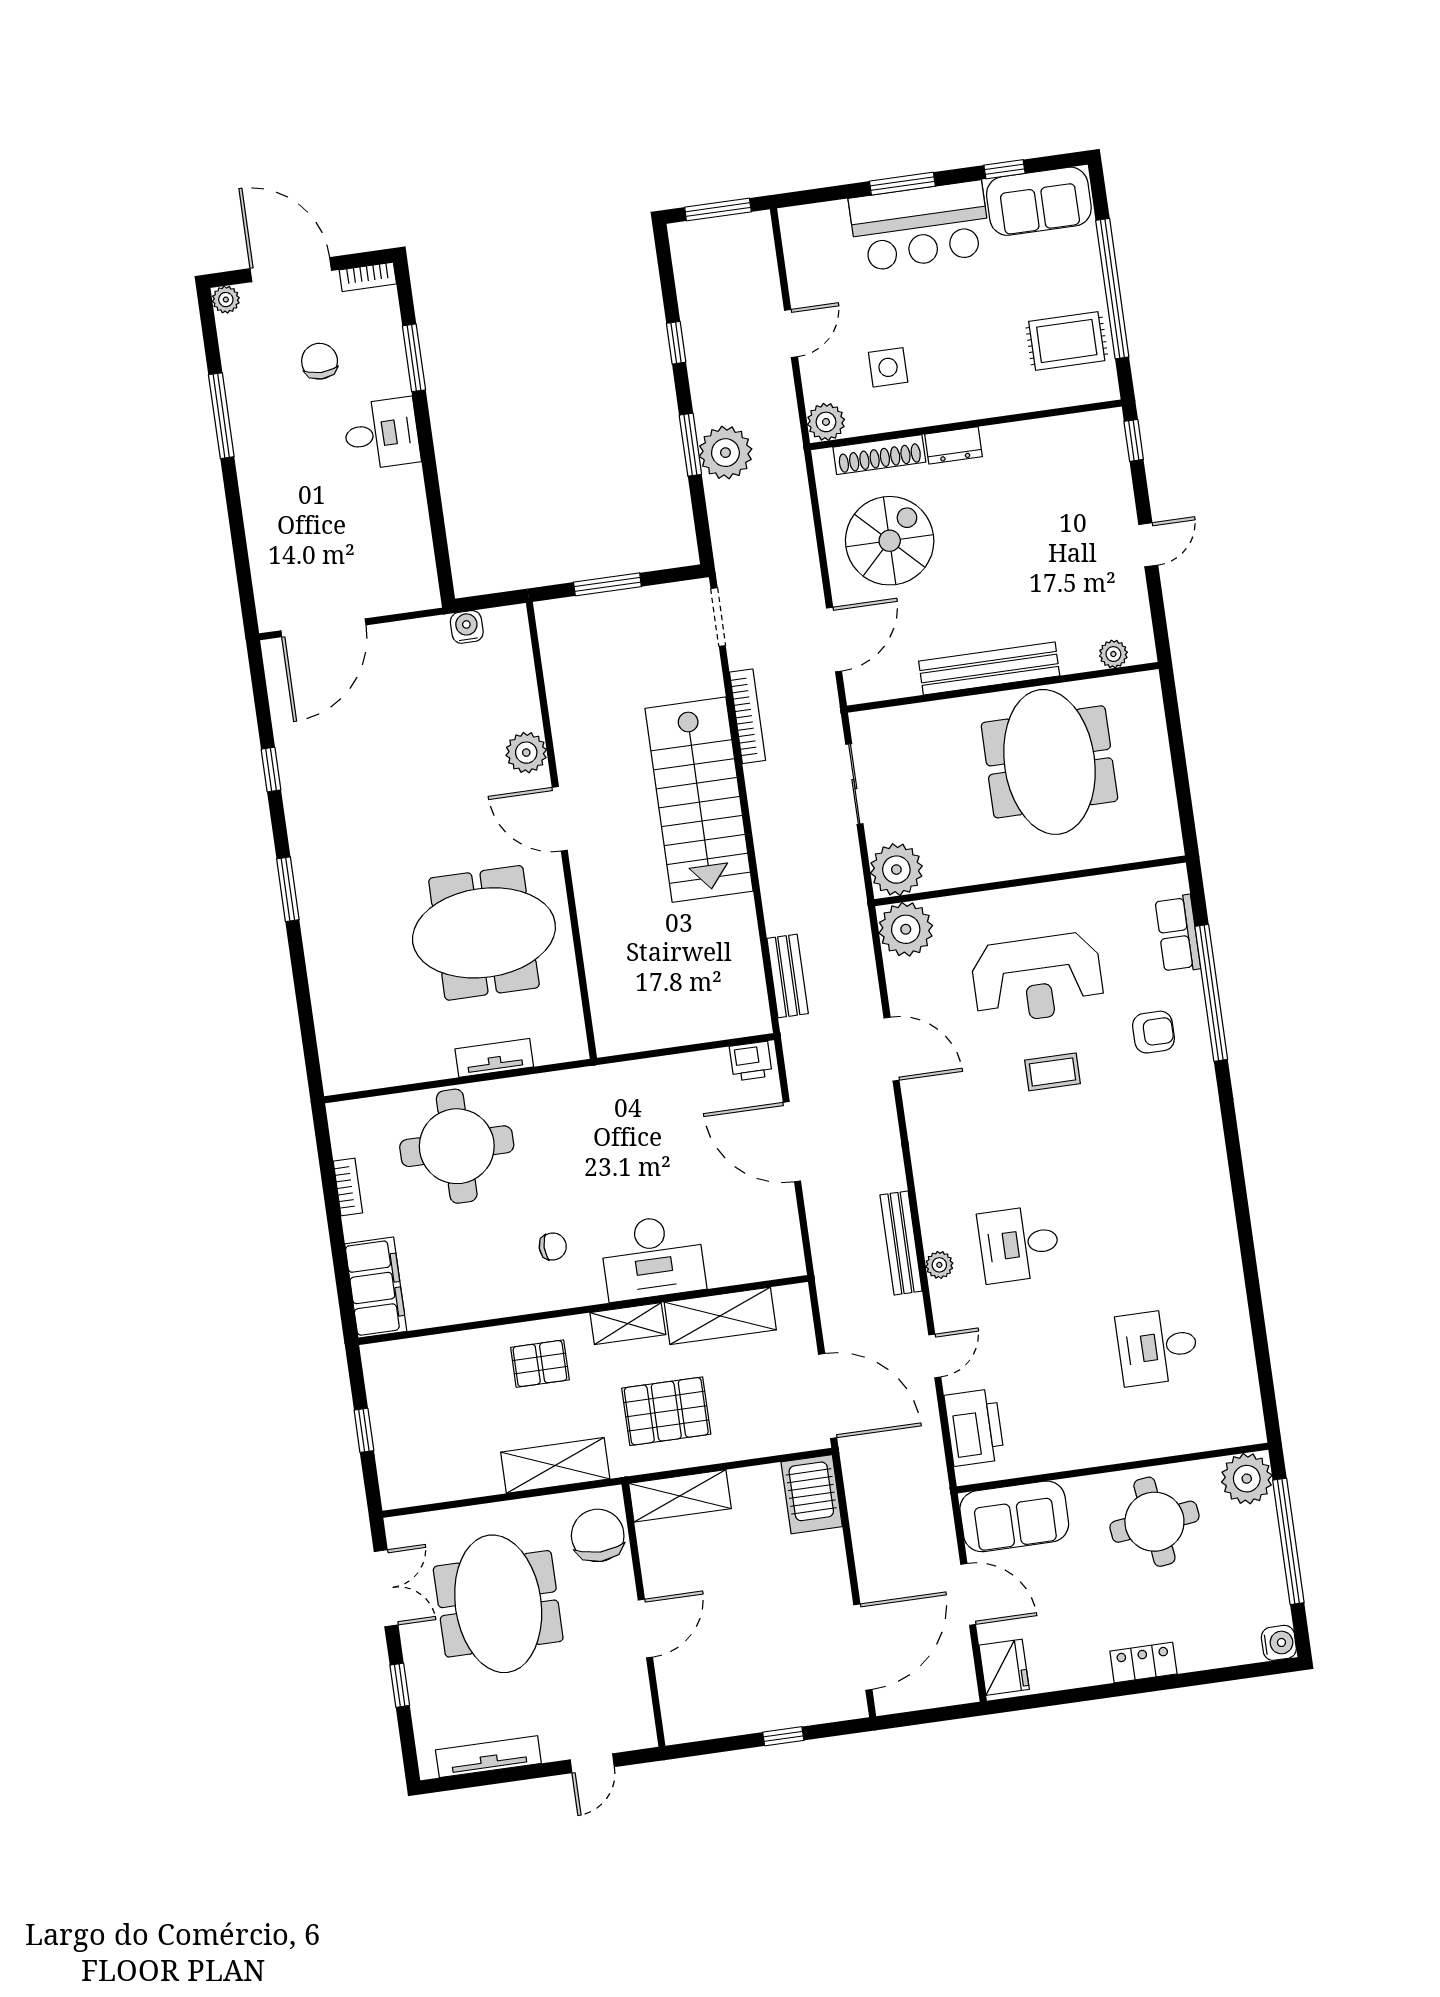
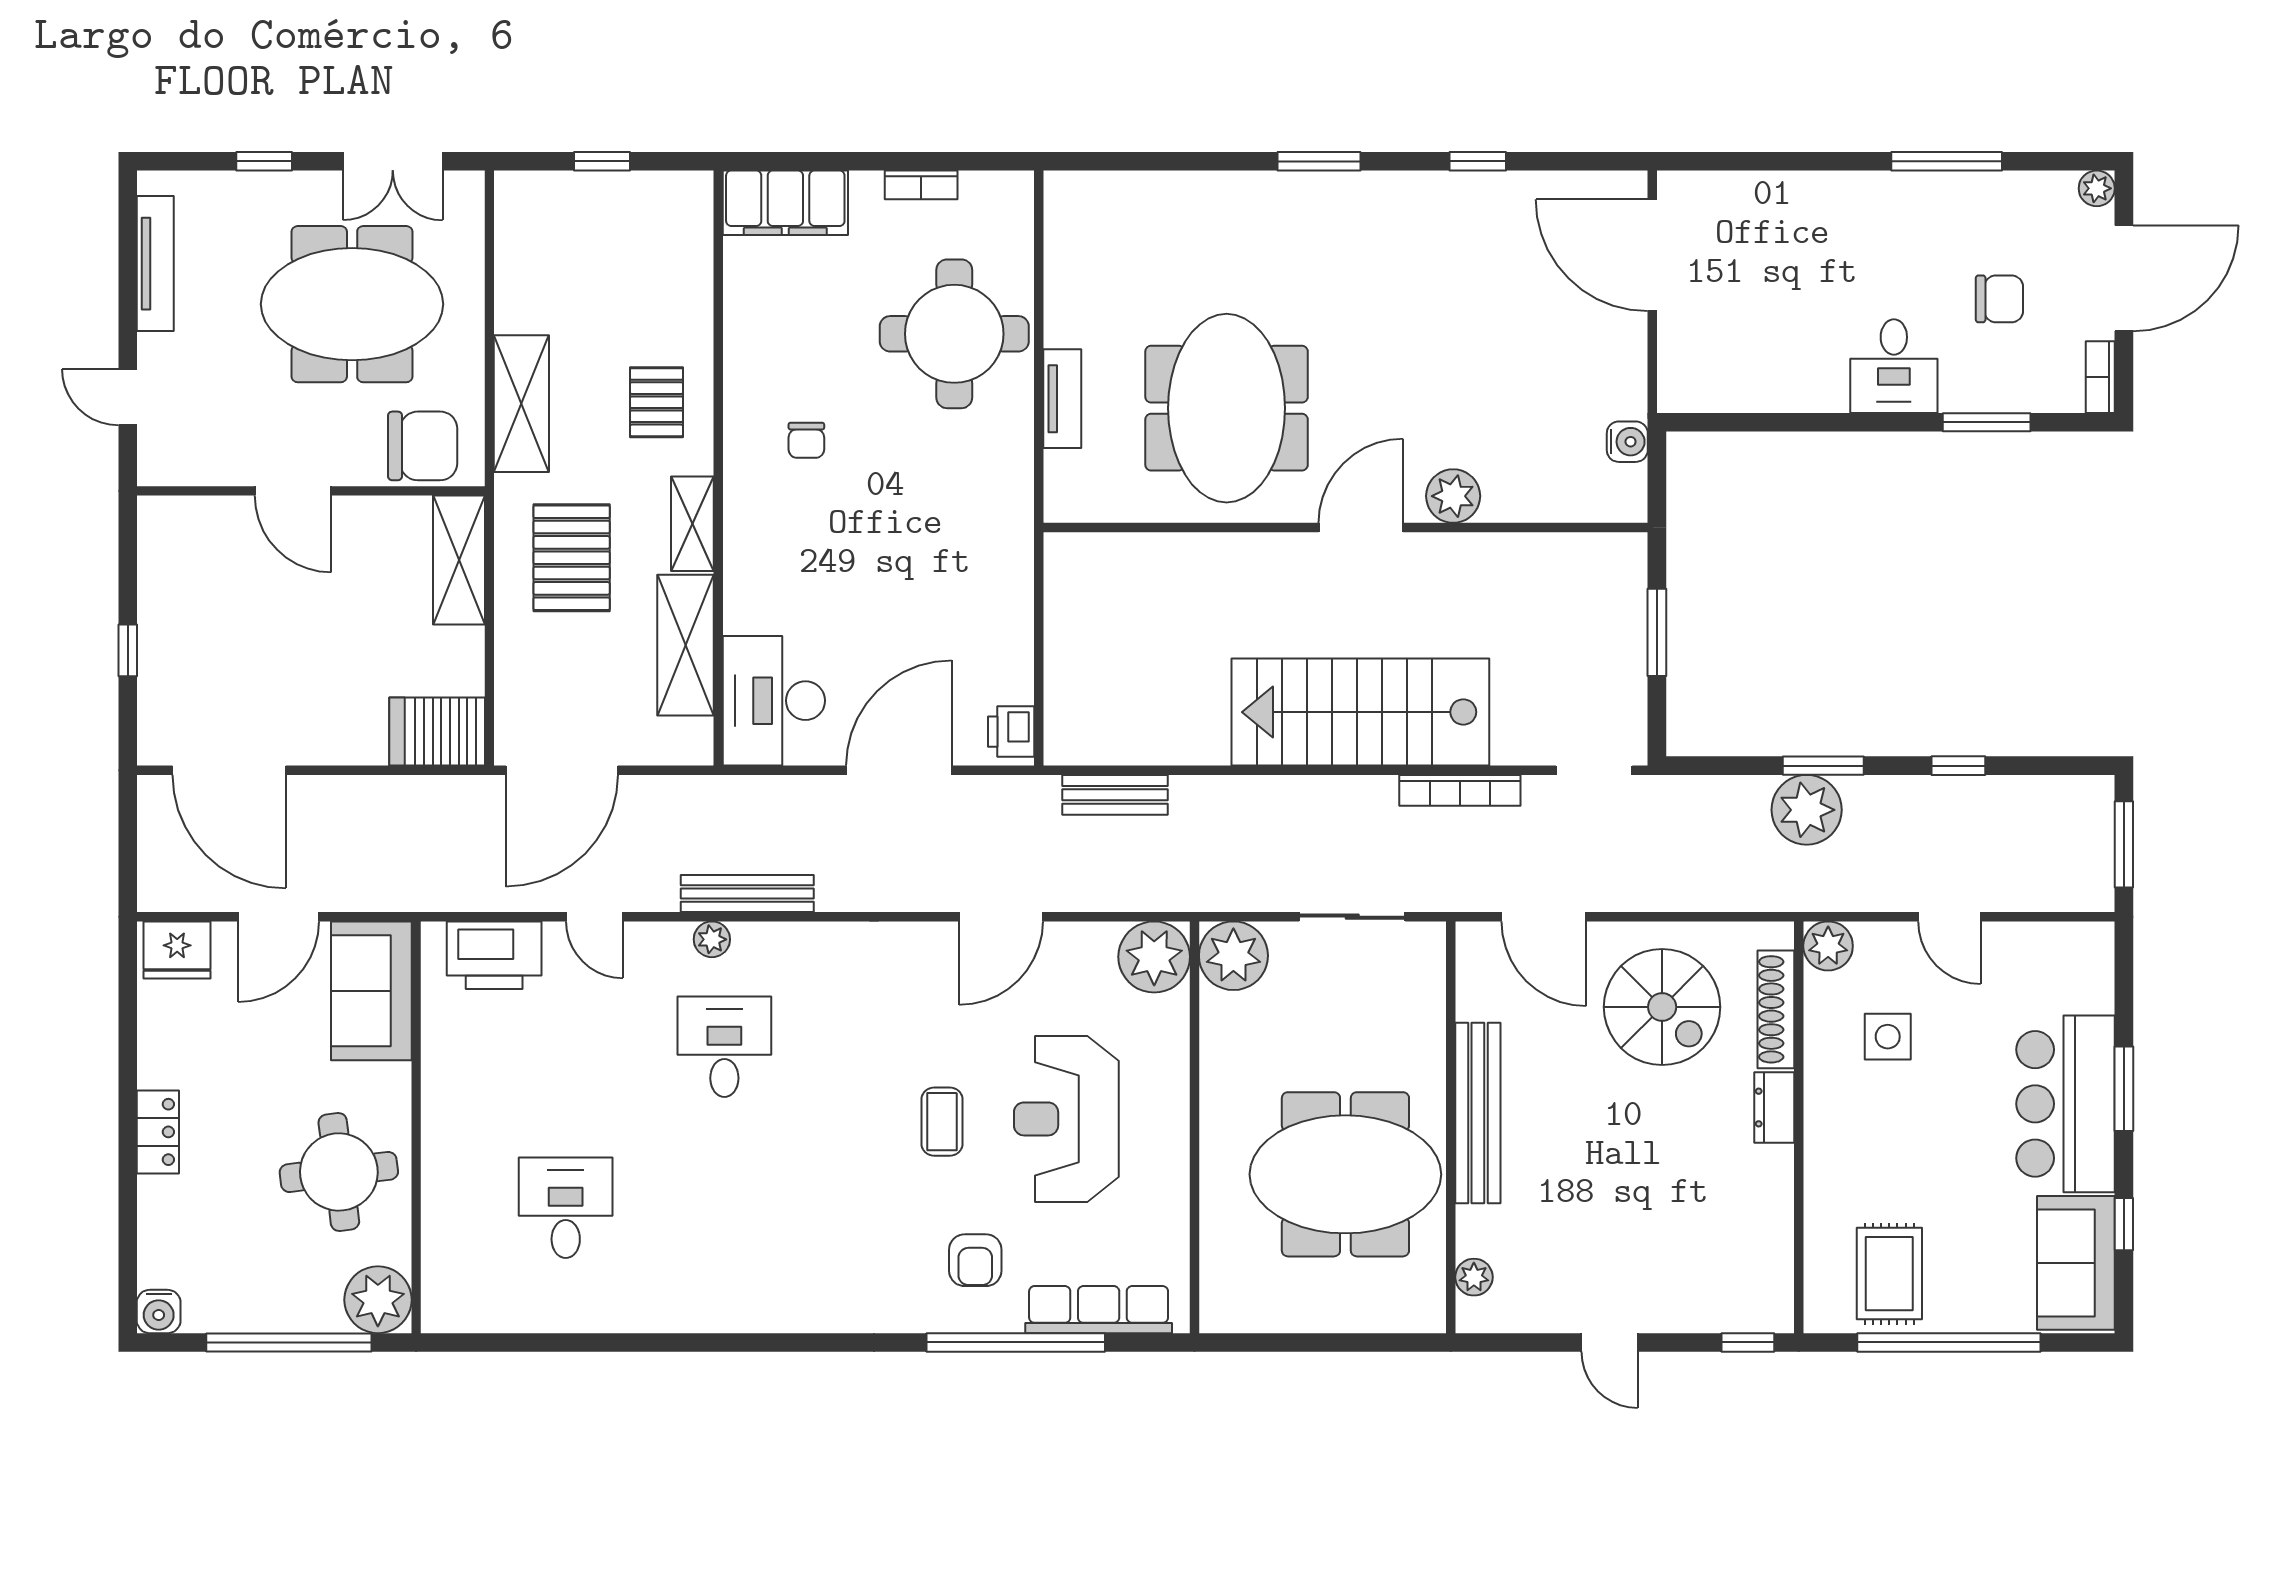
row of seats: (1178, 934) -> (1099, 1310), width x1.48
desk: (653, 1257) -> (774, 701), moved

